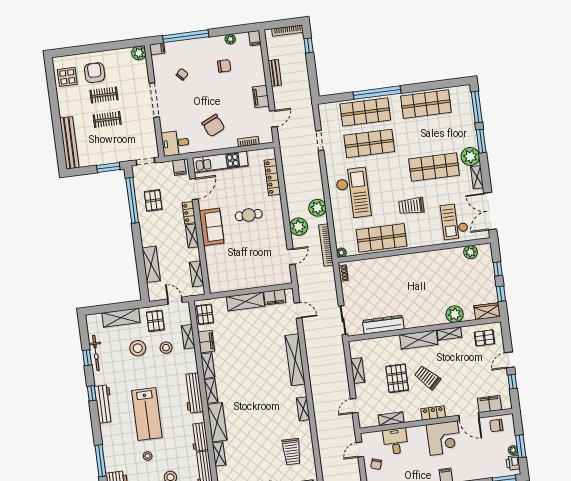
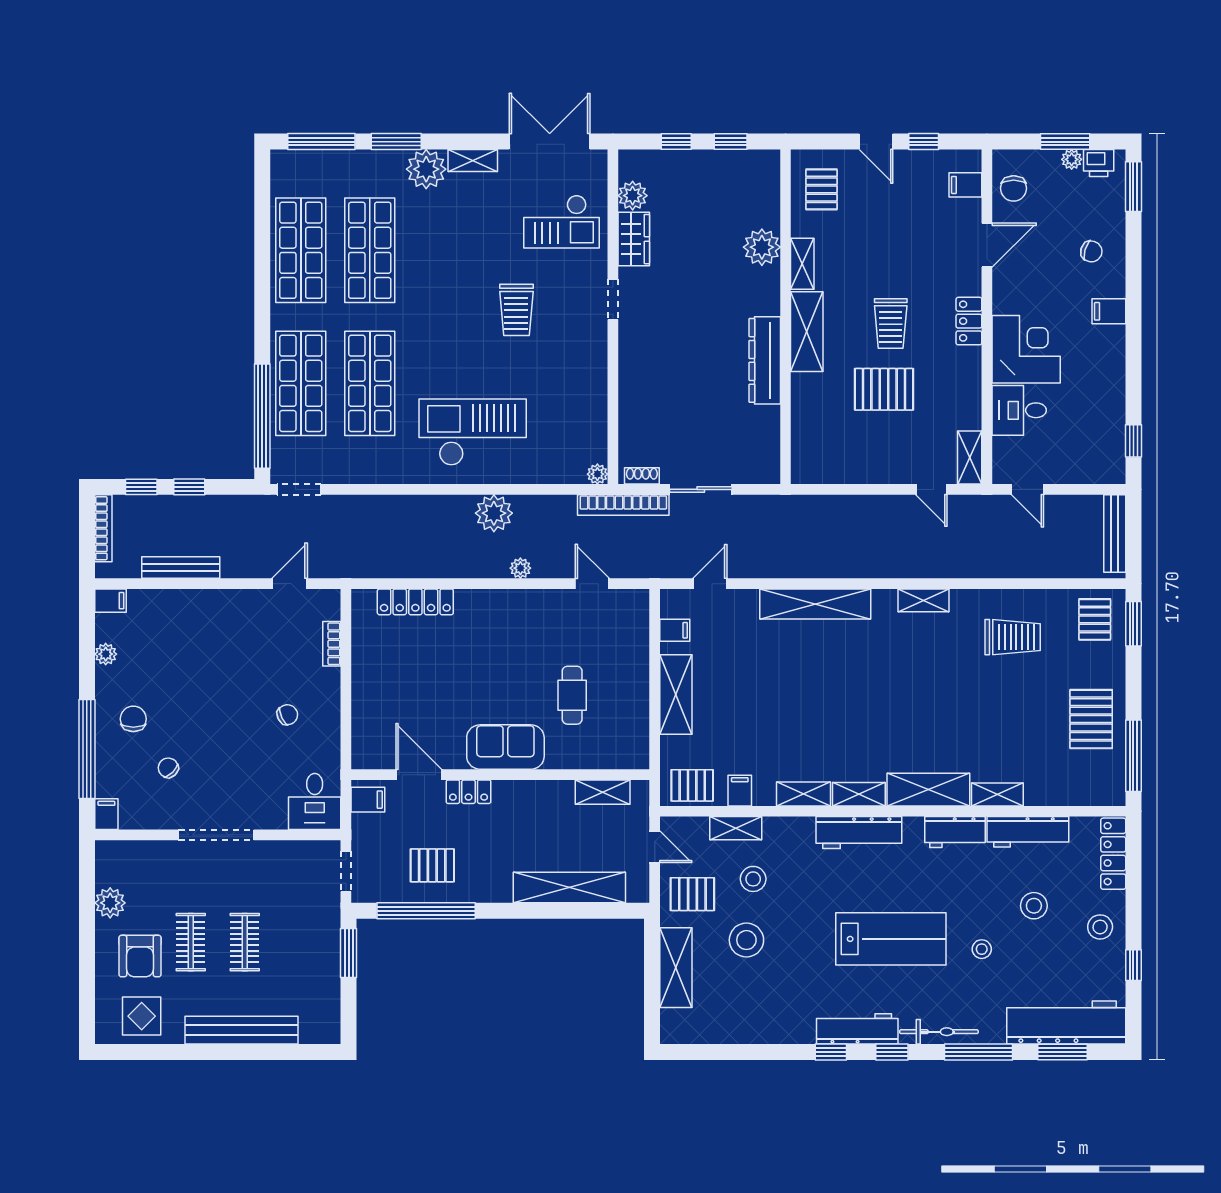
plant: (139, 53) -> (110, 903), moved
chair: (224, 66) -> (133, 719), moved
window: (311, 67) -> (189, 487), added
armchair: (95, 73) -> (140, 956), turned -90
bench: (275, 73) -> (181, 568), width x1.36
window: (377, 93) -> (262, 416), moved
filing cabinet: (261, 97) -> (238, 604), removed
door: (273, 119) -> (290, 584), hinge flipped
chair: (213, 125) -> (287, 715), width x0.54, depth x0.54
doorway: (320, 140) -> (299, 489), moved
bench: (69, 143) -> (241, 1030), moved
kitchen unit: (220, 162) -> (368, 710), removed
shop shelf: (434, 167) -> (370, 250), moved
double door: (490, 211) -> (550, 142), swing flipped
cafe table: (249, 215) -> (572, 695), moved
plant: (299, 227) -> (520, 568), width x0.53, depth x0.53
shelving: (192, 236) -> (520, 791), removed
shop shelf: (382, 238) -> (577, 383), removed
bookcase: (326, 245) -> (623, 505), moved
doorway: (422, 249) -> (613, 299), added
shelving: (151, 264) -> (569, 888), width x1.47
filing cabinet: (275, 297) -> (675, 630), width x0.50
door: (175, 301) -> (655, 847), swing flipped
wardrobe: (487, 311) -> (634, 239), moved, turned 180
sliding door: (343, 320) -> (701, 489), moved
dresser: (383, 325) -> (765, 360), moved
filing cabinet: (206, 342) -> (740, 791), width x0.50
bicycle: (96, 353) -> (939, 1032), moved
window: (87, 358) -> (892, 1052), moved
shelving: (358, 371) -> (856, 472), removed
trolley: (427, 377) -> (891, 324), turned -45
filing cabinet: (489, 404) -> (965, 185), width x0.50
shelving: (391, 419) -> (970, 458), moved
corner desk: (444, 438) -> (1026, 349), moved
chair: (376, 464) -> (1091, 251), moved

